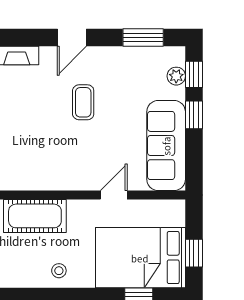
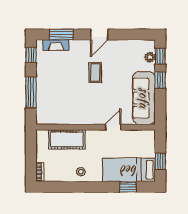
door: (72, 38) -> (99, 35), moved
window: (143, 38) -> (61, 35), moved
bed: (140, 258) -> (129, 170), width x0.67

